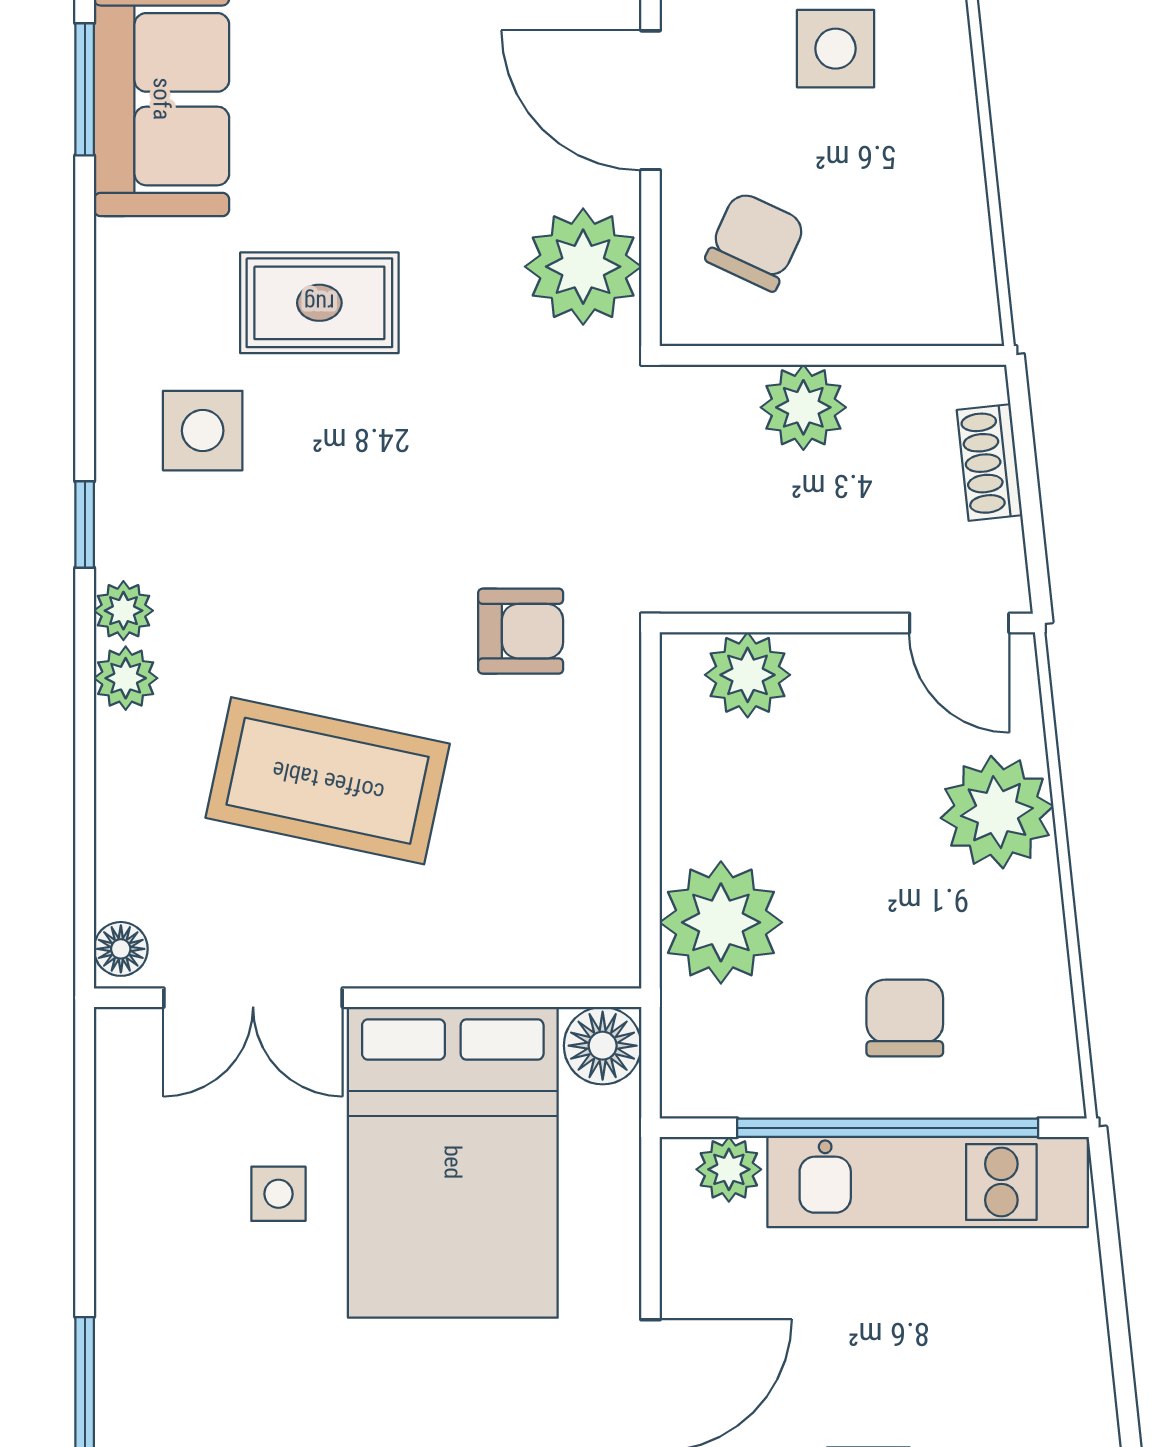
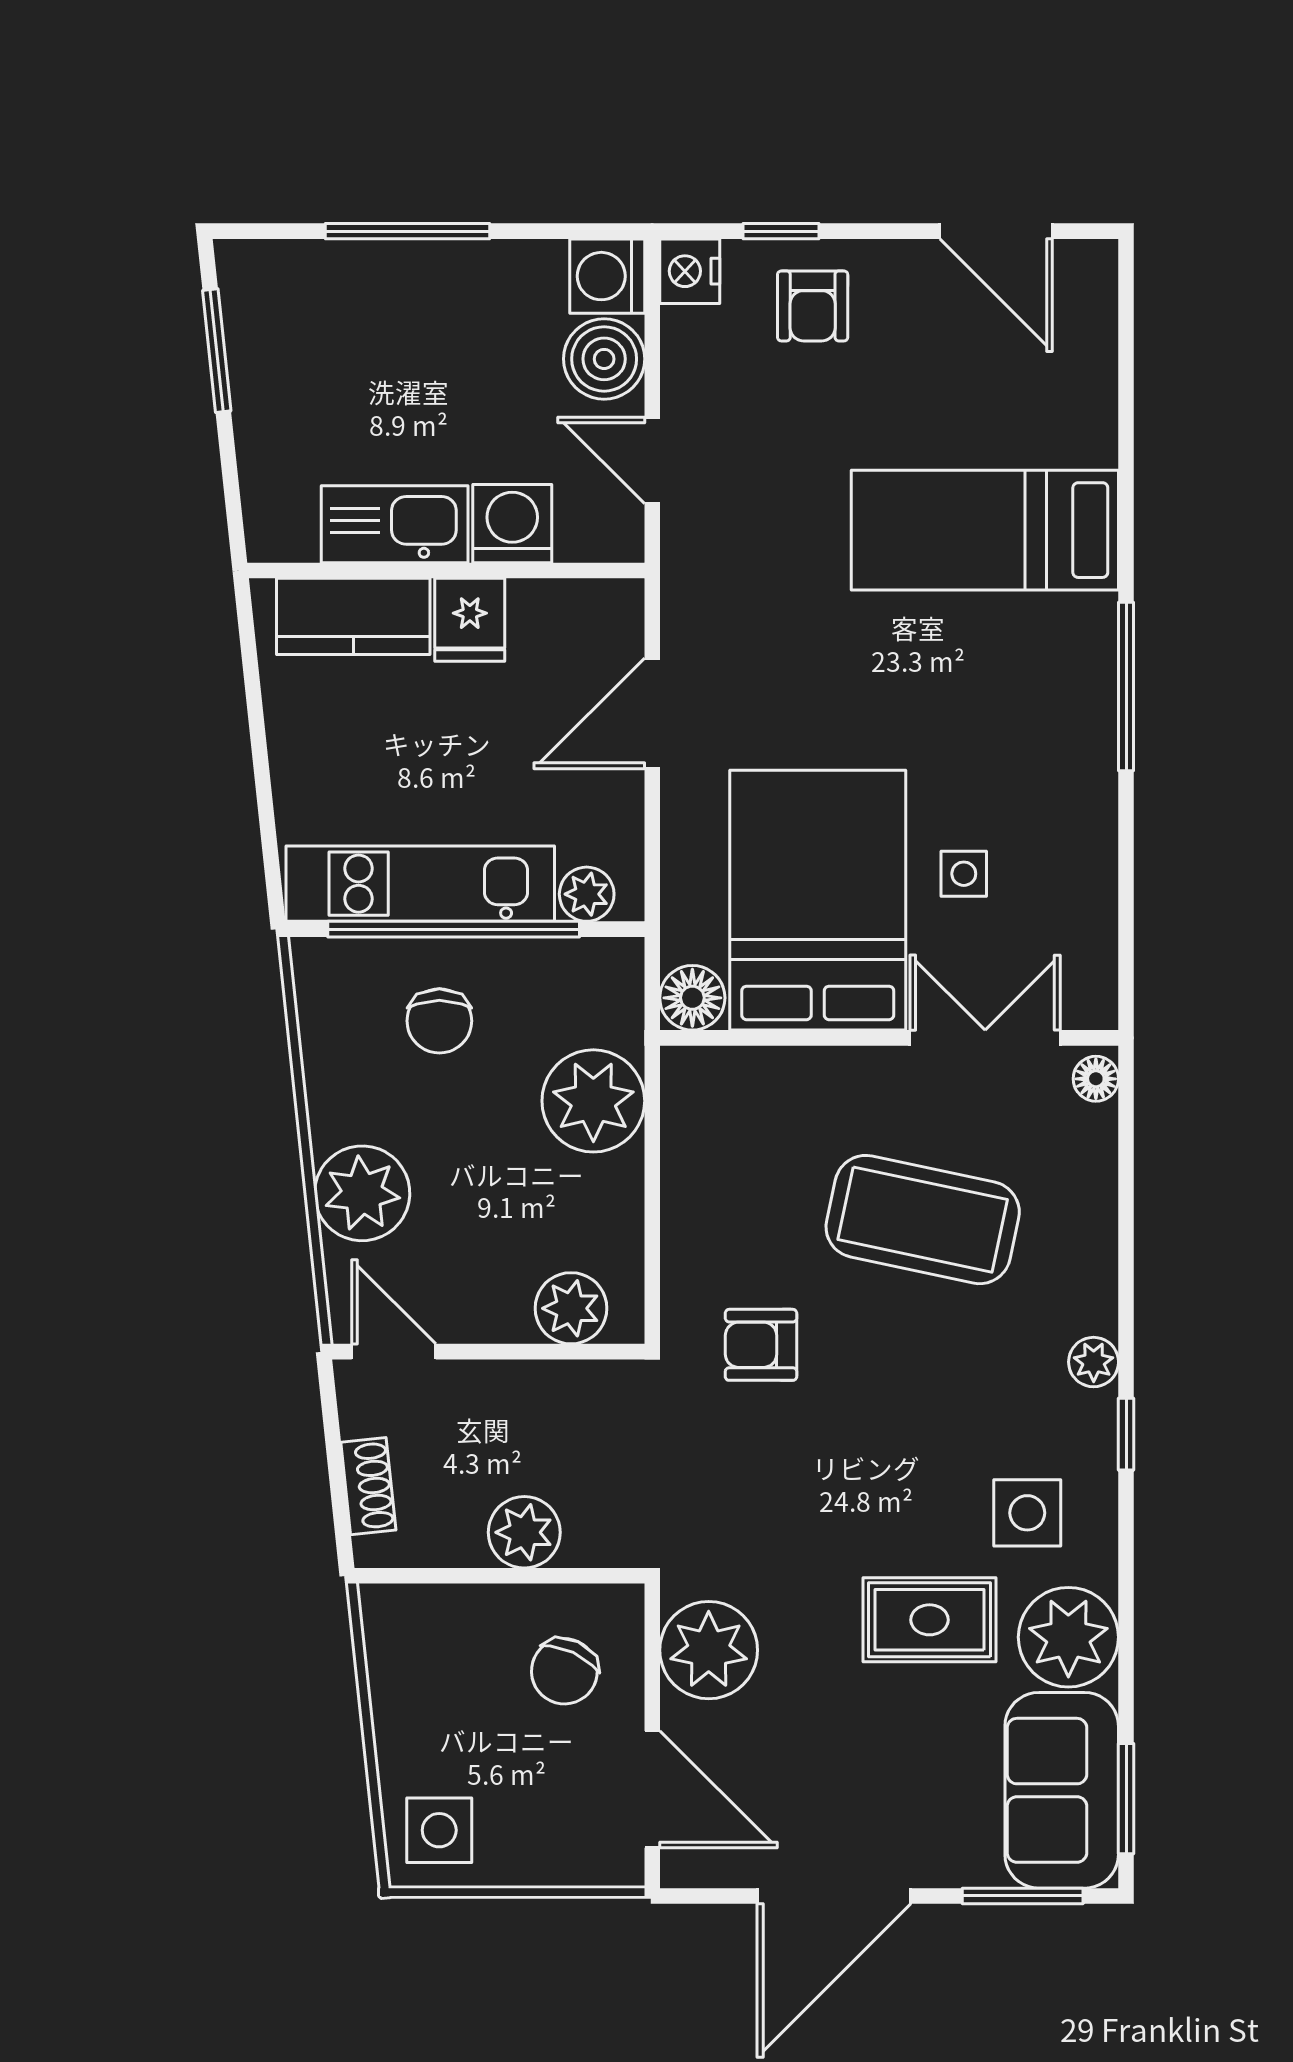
side table: (836, 49) -> (439, 1830), moved
plant: (126, 678) -> (1068, 1637), moved, width x1.88, depth x1.88

